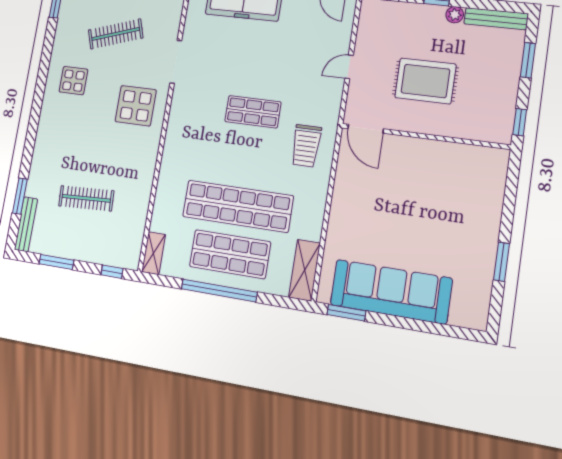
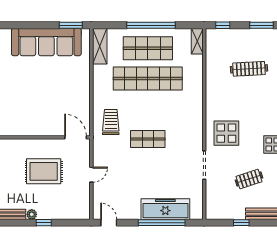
clothes rail: (116, 34) -> (249, 179), width x0.73

